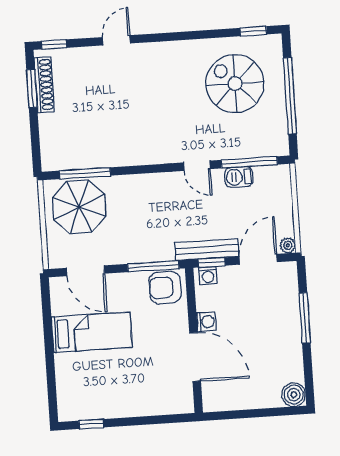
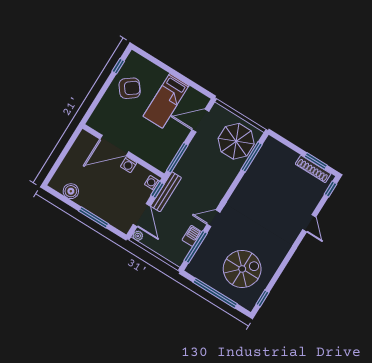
armchair: (165, 288) -> (130, 88), moved, turned 53
boiler: (294, 395) -> (71, 191), moved

